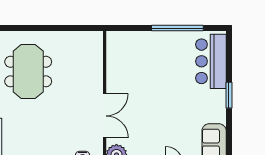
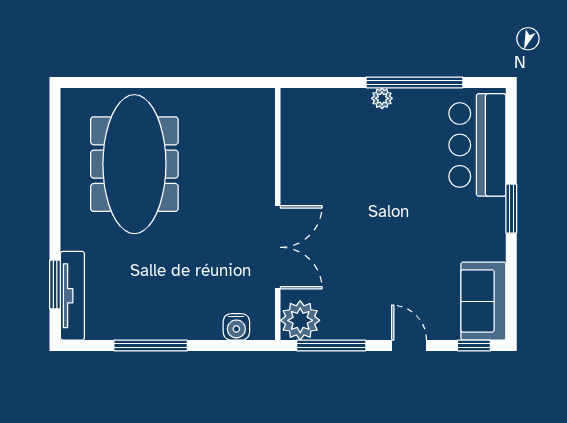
plant: (160, 36) -> (382, 98), added
meeting table: (28, 72) -> (134, 164), width x1.36

